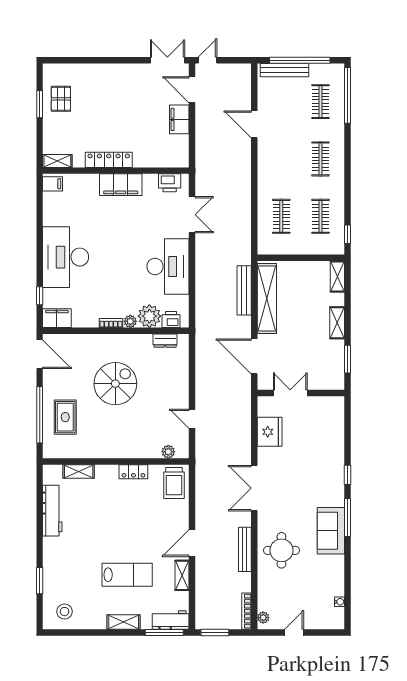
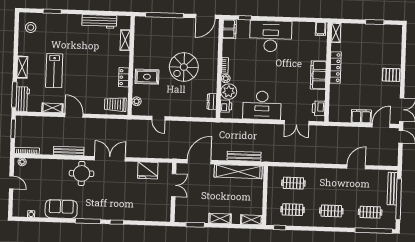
pallet: (61, 99) -> (391, 75), moved
spiral stairs: (115, 384) -> (184, 67), turned 90
rug: (65, 417) -> (147, 77), moved
door: (192, 419) -> (158, 118), swing flipped
sofa: (331, 531) -> (61, 209), moved
round table: (281, 550) -> (82, 173), moved

